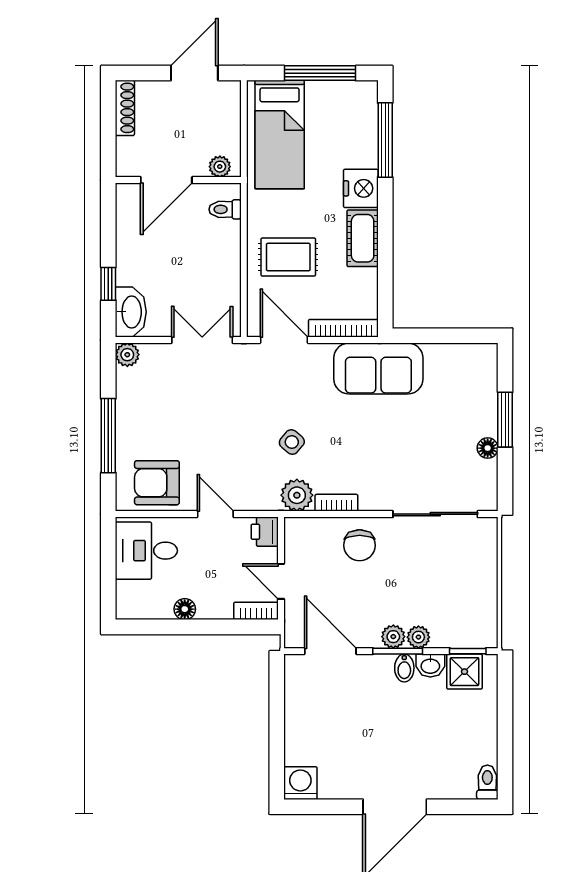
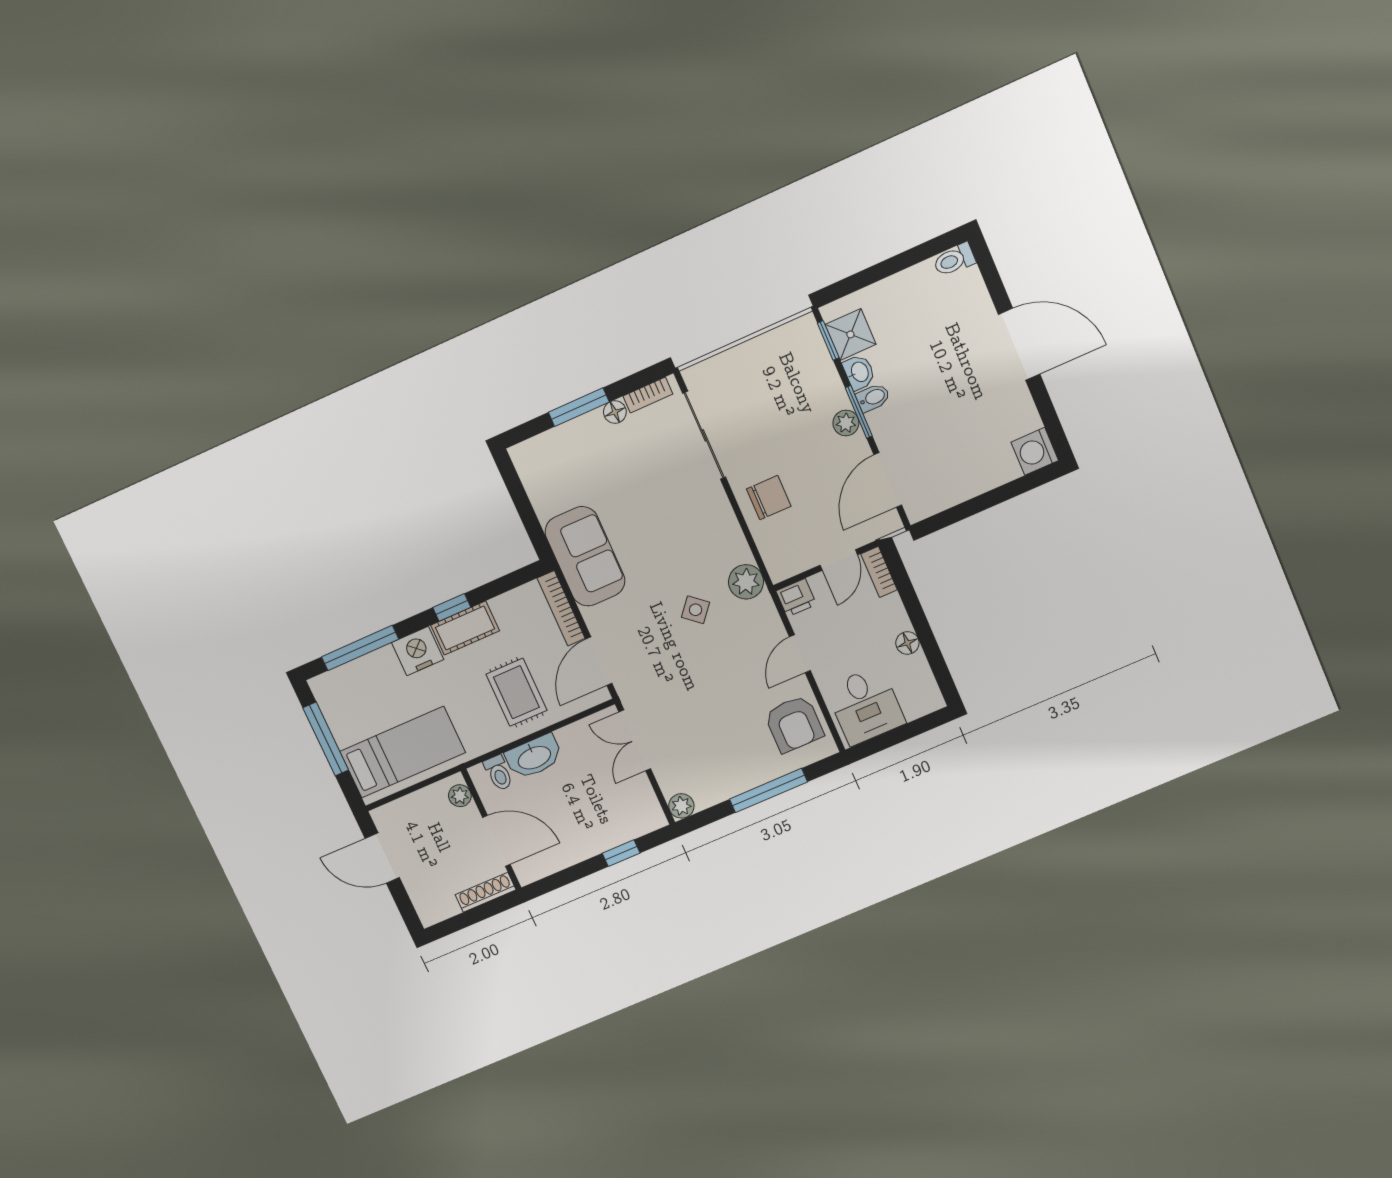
shoe rack: (125, 108) -> (486, 892), moved
window: (385, 235) -> (452, 607), added
washbasin: (131, 312) -> (534, 757), moved, turned 180
bookcase: (336, 503) -> (648, 395), moved, turned -90
plant: (418, 637) -> (835, 397), removed

